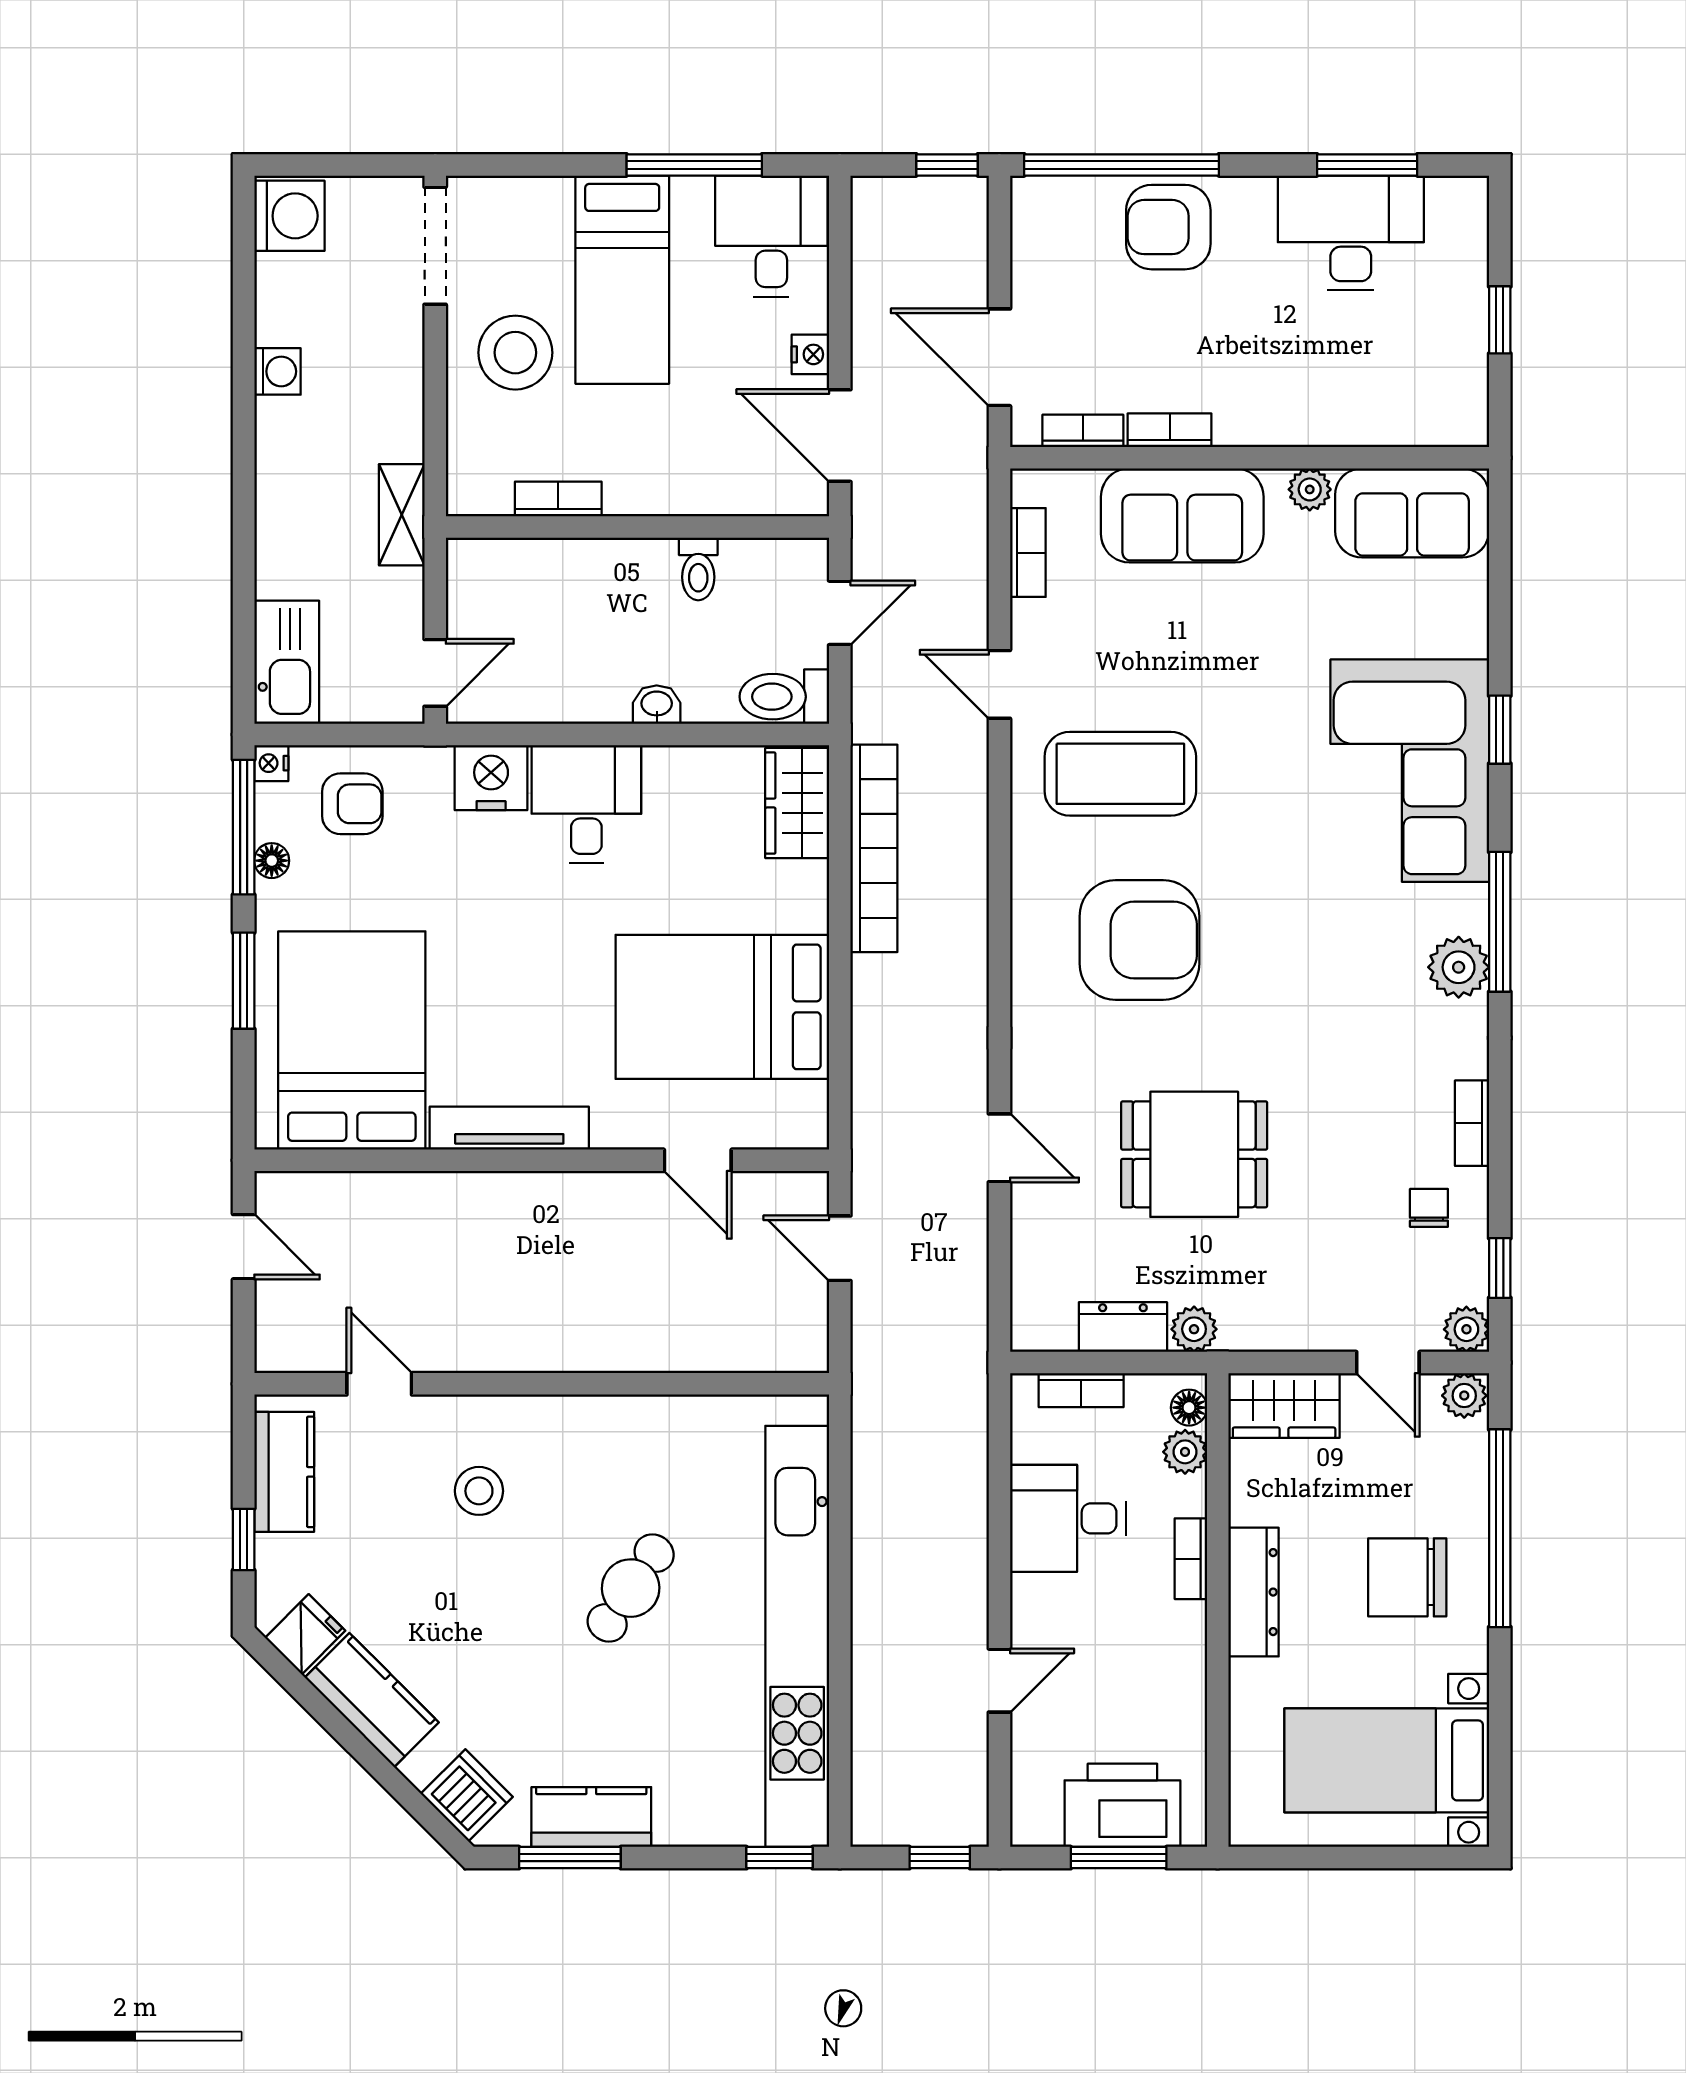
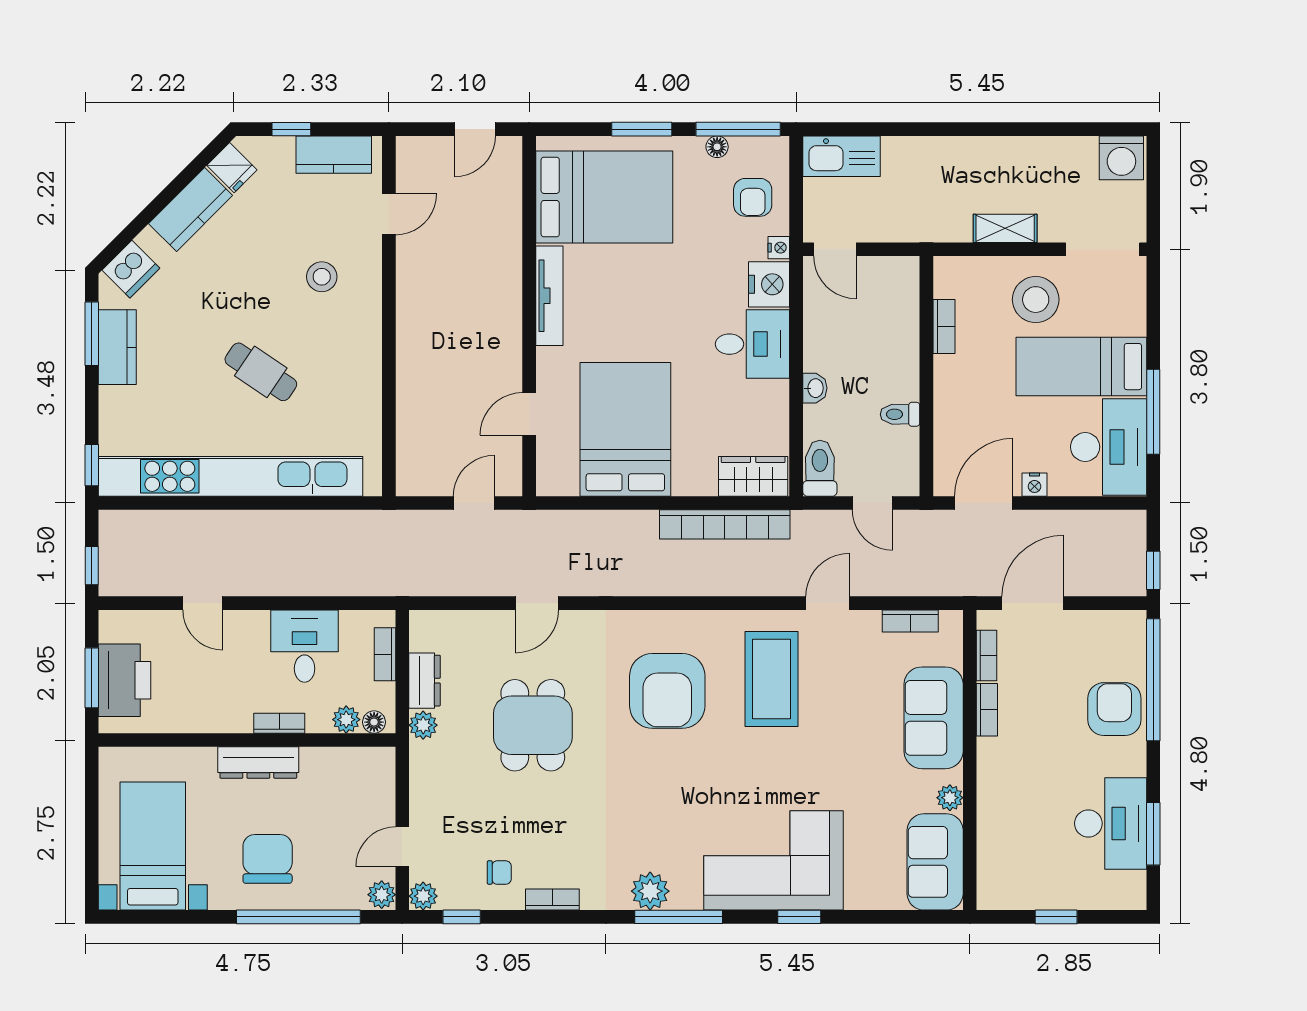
desk: (771, 236) -> (1109, 447), width x1.37
washing machine: (277, 371) -> (1024, 150), removed
shelving: (402, 515) -> (1005, 228), moved
nightstand: (271, 763) -> (779, 248), moved, turned 90
wardrobe: (1284, 1406) -> (375, 782), removed

